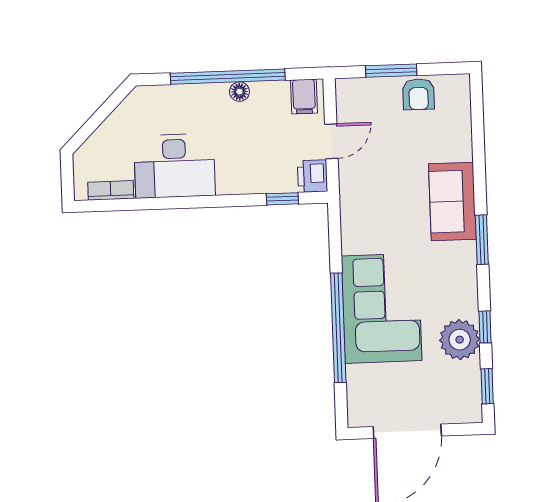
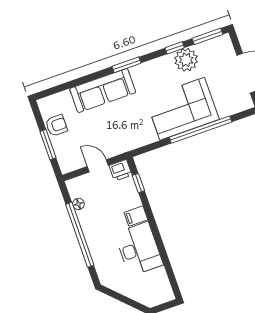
floor lamp: (239, 92) -> (78, 204), moved
filing cabinet: (304, 97) -> (136, 216), moved, turned 180
bookcase: (111, 190) -> (163, 280), removed
sofa: (452, 202) -> (103, 91), width x1.36
window: (487, 386) -> (207, 36), width x1.50

